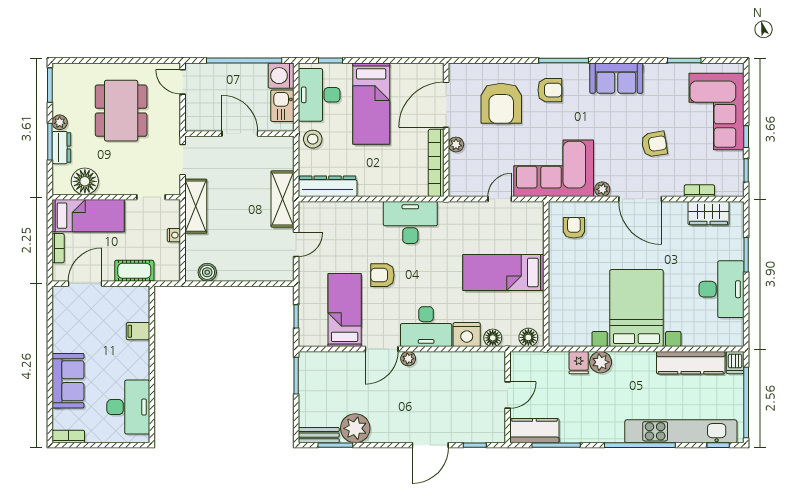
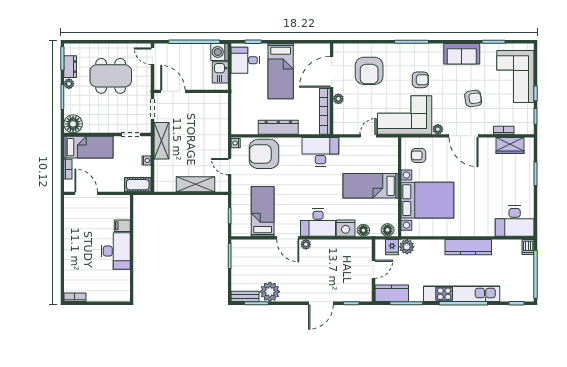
sofa: (616, 78) -> (462, 54), moved
armchair: (550, 90) -> (420, 80), moved
desk: (319, 95) -> (245, 60), width x0.73
dining table: (121, 111) -> (111, 76), turned 90
door: (240, 134) -> (173, 91), moved
stool: (313, 139) -> (241, 95), removed
dresser: (61, 148) -> (70, 67), moved
floor lamp: (85, 181) -> (73, 124), moved
dresser: (328, 186) -> (278, 127), moved
shelving: (283, 199) -> (196, 184), moved, turned 90
nightstand: (305, 210) -> (236, 143), added
desk: (410, 222) -> (320, 152), moved
armchair: (574, 228) -> (419, 155), turned -90
door: (296, 244) -> (230, 167), swing flipped
cot: (134, 271) -> (138, 185), moved
boiler: (207, 272) -> (169, 186), removed
armchair: (382, 275) -> (264, 154), moved, width x1.88, depth x1.88
door: (85, 284) -> (86, 193), hinge flipped
desk: (721, 289) -> (515, 221), moved, turned 90
bed with nightstands: (636, 308) -> (427, 200), moved, turned 90
door: (382, 349) -> (288, 238), hinge flipped
plant: (601, 362) -> (407, 247), moved
fridge: (579, 363) -> (392, 247), moved
kitchen counter: (691, 363) -> (468, 247), moved
sofa: (68, 381) -> (75, 259), removed
desk: (128, 407) -> (116, 251), moved
kitchen unit: (681, 431) -> (462, 294), moved

